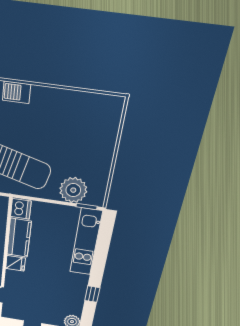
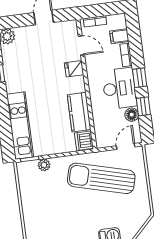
plant: (73, 190) -> (44, 165), width x0.53, depth x0.53
fridge: (15, 263) -> (74, 69), moved

